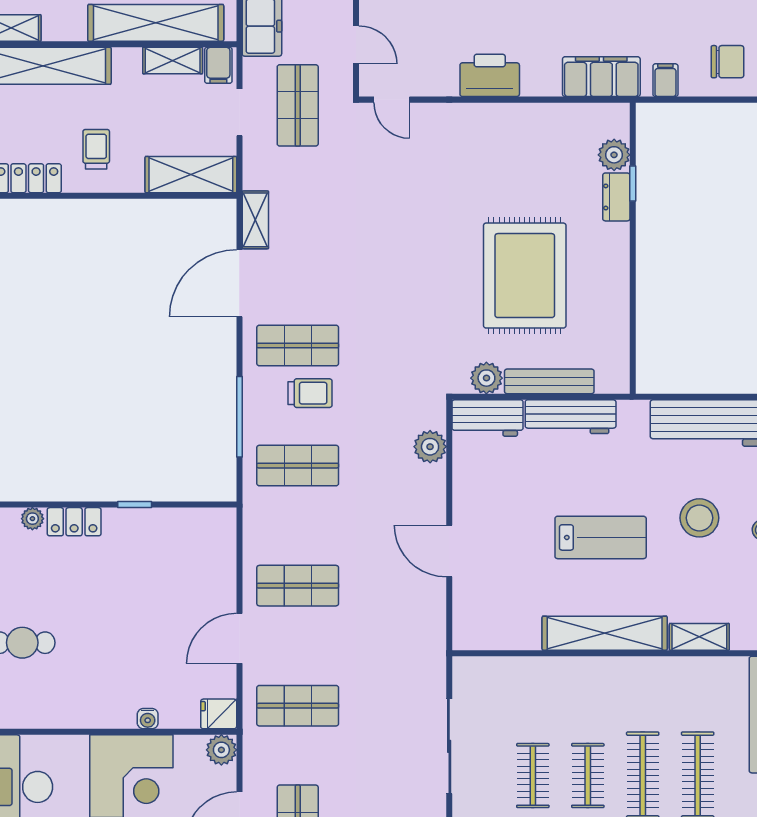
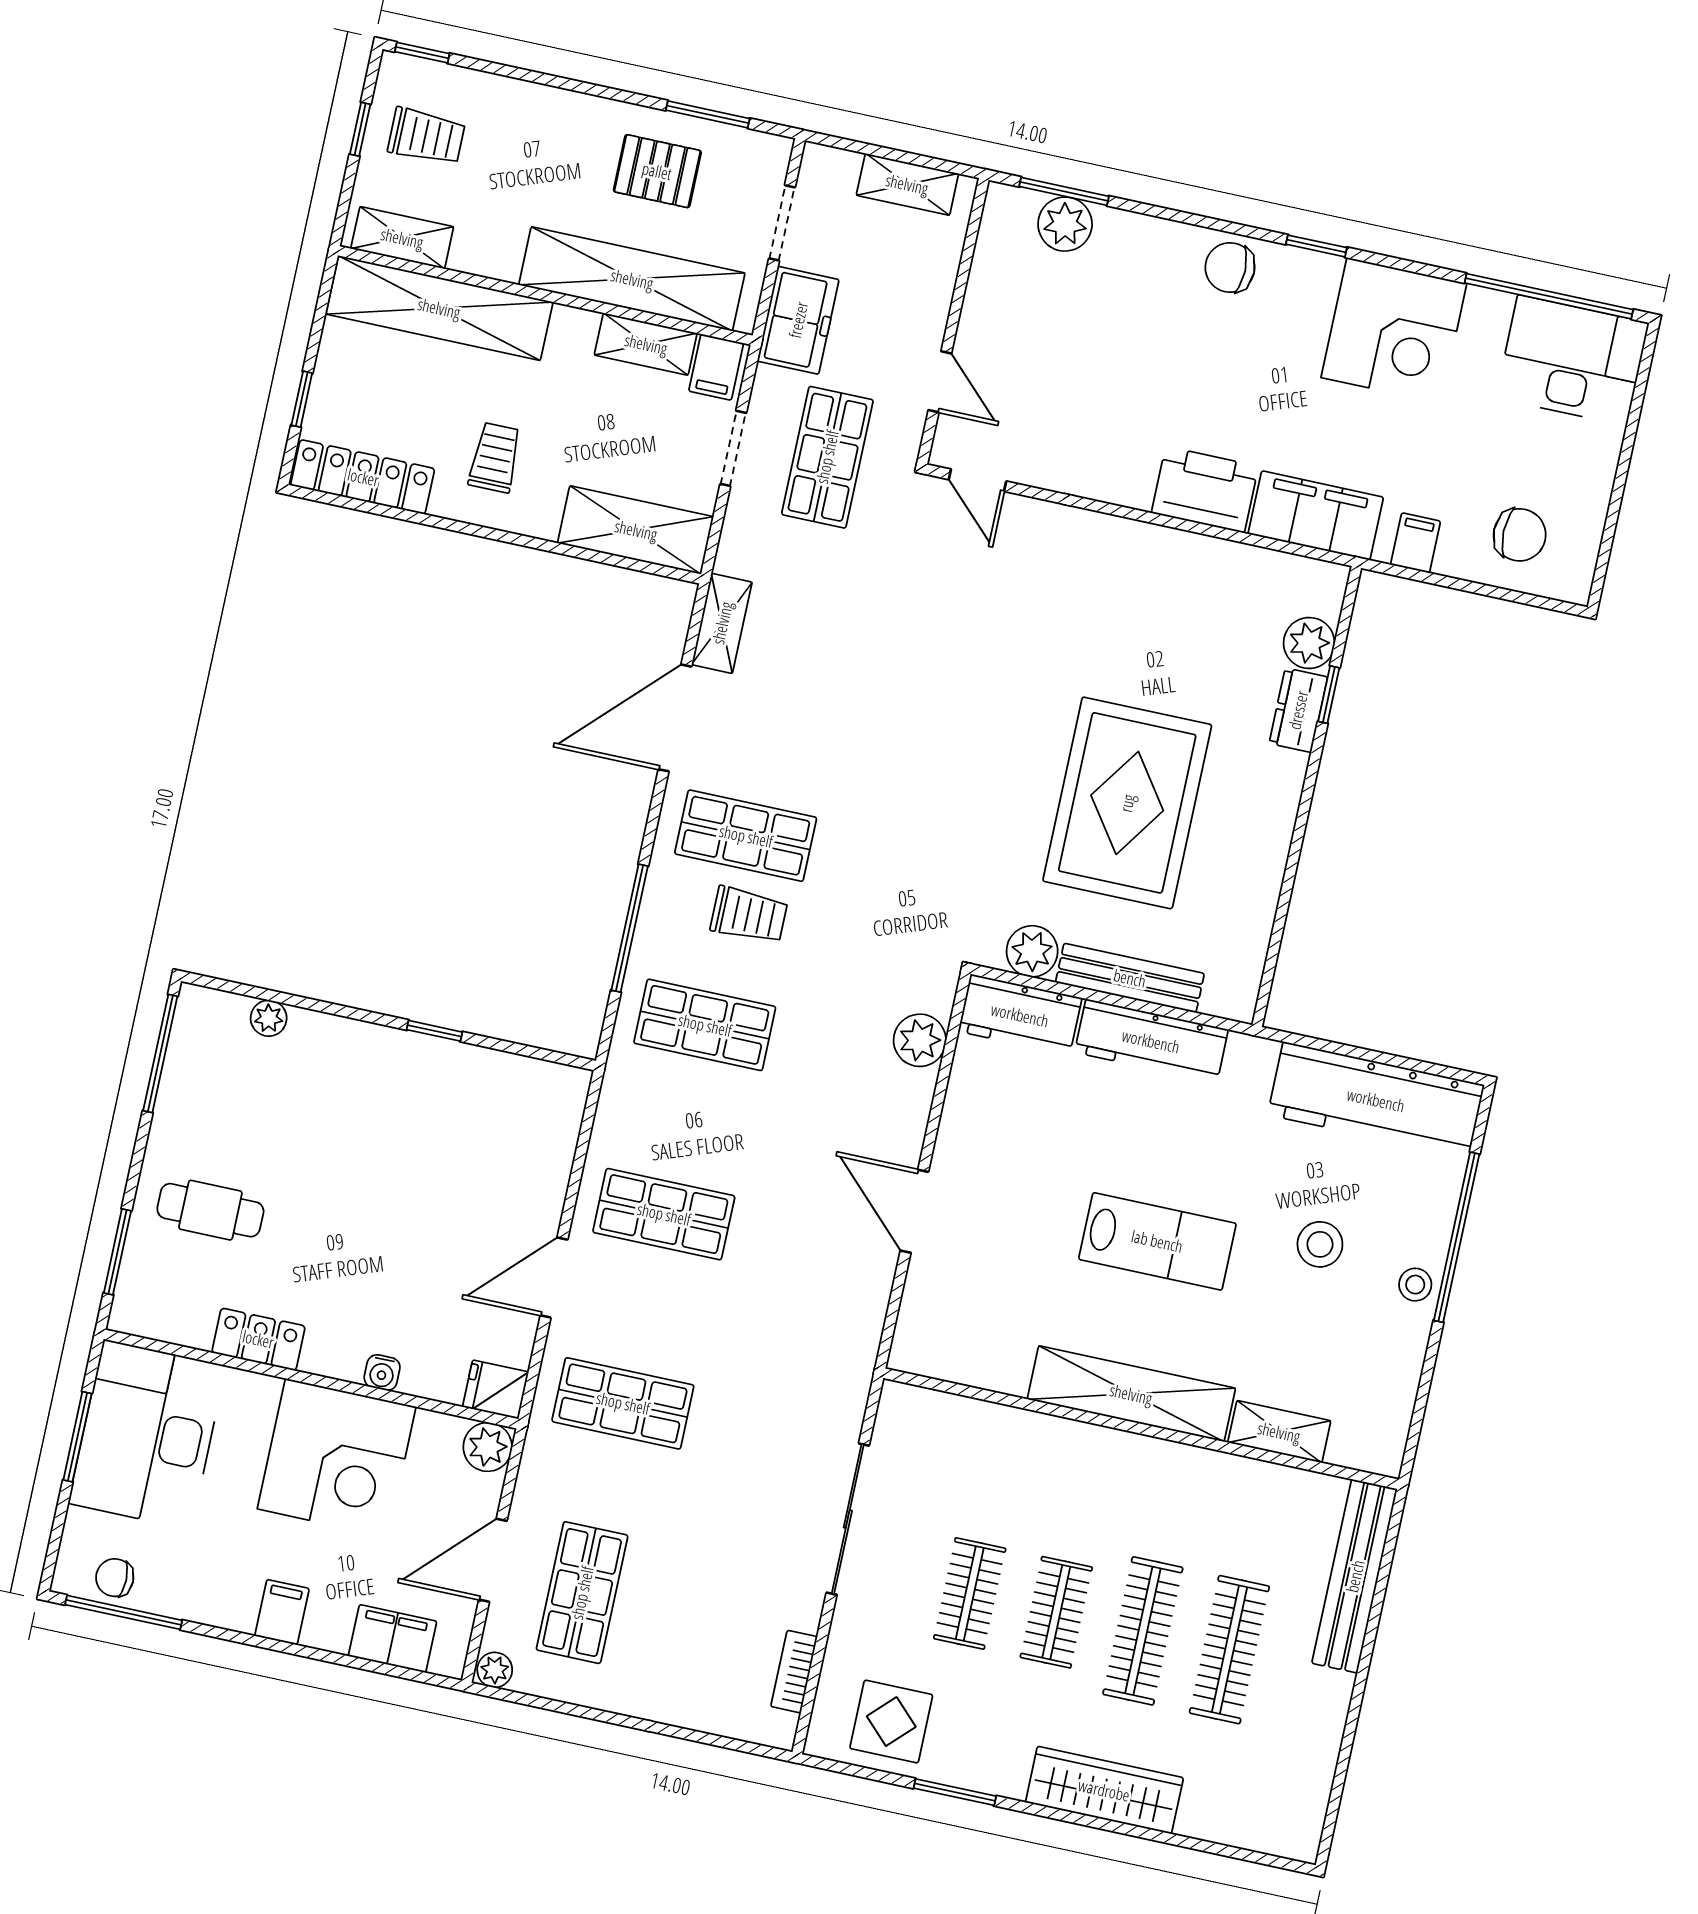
printer: (490, 75) -> (1205, 490), moved
stool: (699, 518) -> (1320, 1244), width x0.73, depth x0.73
locker: (74, 522) -> (258, 1339), moved, turned 180

